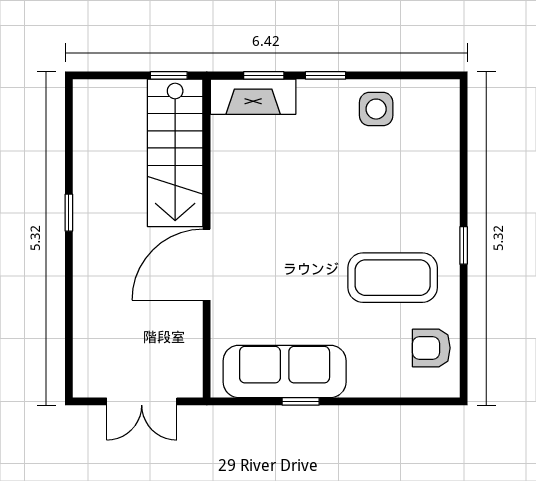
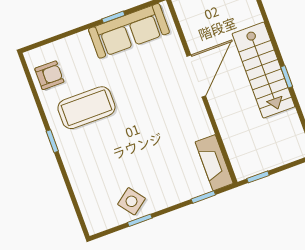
window: (326, 75) -> (140, 220), moved
fireplace: (253, 97) -> (214, 163), moved, turned -90
side table: (376, 109) -> (132, 201), turned -37
stairs: (175, 153) -> (264, 70), moved, turned 180

